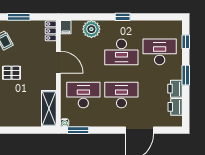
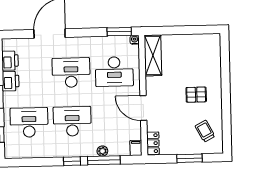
window: (94, 17) -> (104, 160), added
plant: (91, 29) -> (102, 151), width x0.53, depth x0.53
desk: (160, 52) -> (29, 122), turned 180
desk: (121, 95) -> (71, 73), turned 180

